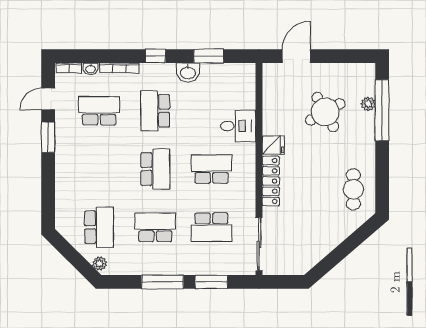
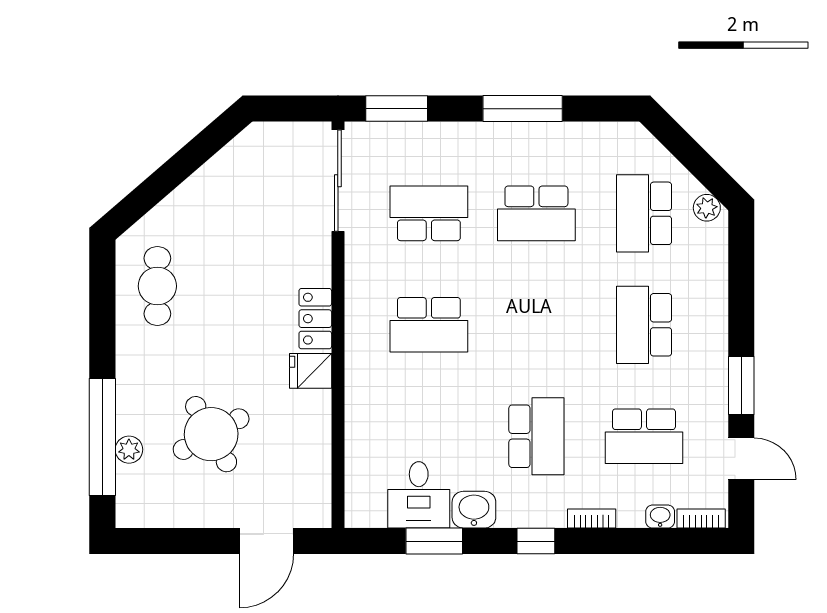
bookcase: (119, 68) -> (592, 518), width x0.64
door: (48, 99) -> (741, 459), hinge flipped
desk: (238, 126) -> (419, 495), moved, turned -90
school desk: (155, 169) -> (644, 325), moved
locker: (271, 181) -> (315, 319), width x0.66
plant: (100, 264) -> (707, 208), moved
window: (211, 282) -> (397, 109), moved

